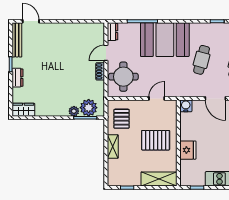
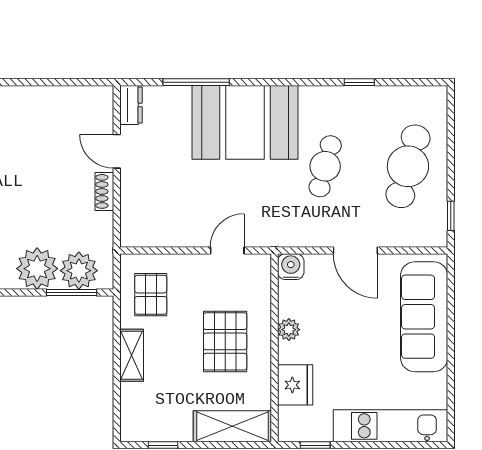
door: (106, 53) -> (117, 151), hinge flipped
round table: (123, 77) -> (155, 203), removed
plant: (74, 111) -> (37, 269), width x1.88, depth x1.88
plant: (185, 135) -> (289, 330), added
pallet: (156, 140) -> (225, 341), turned 90
fridge: (188, 150) -> (295, 385), moved

